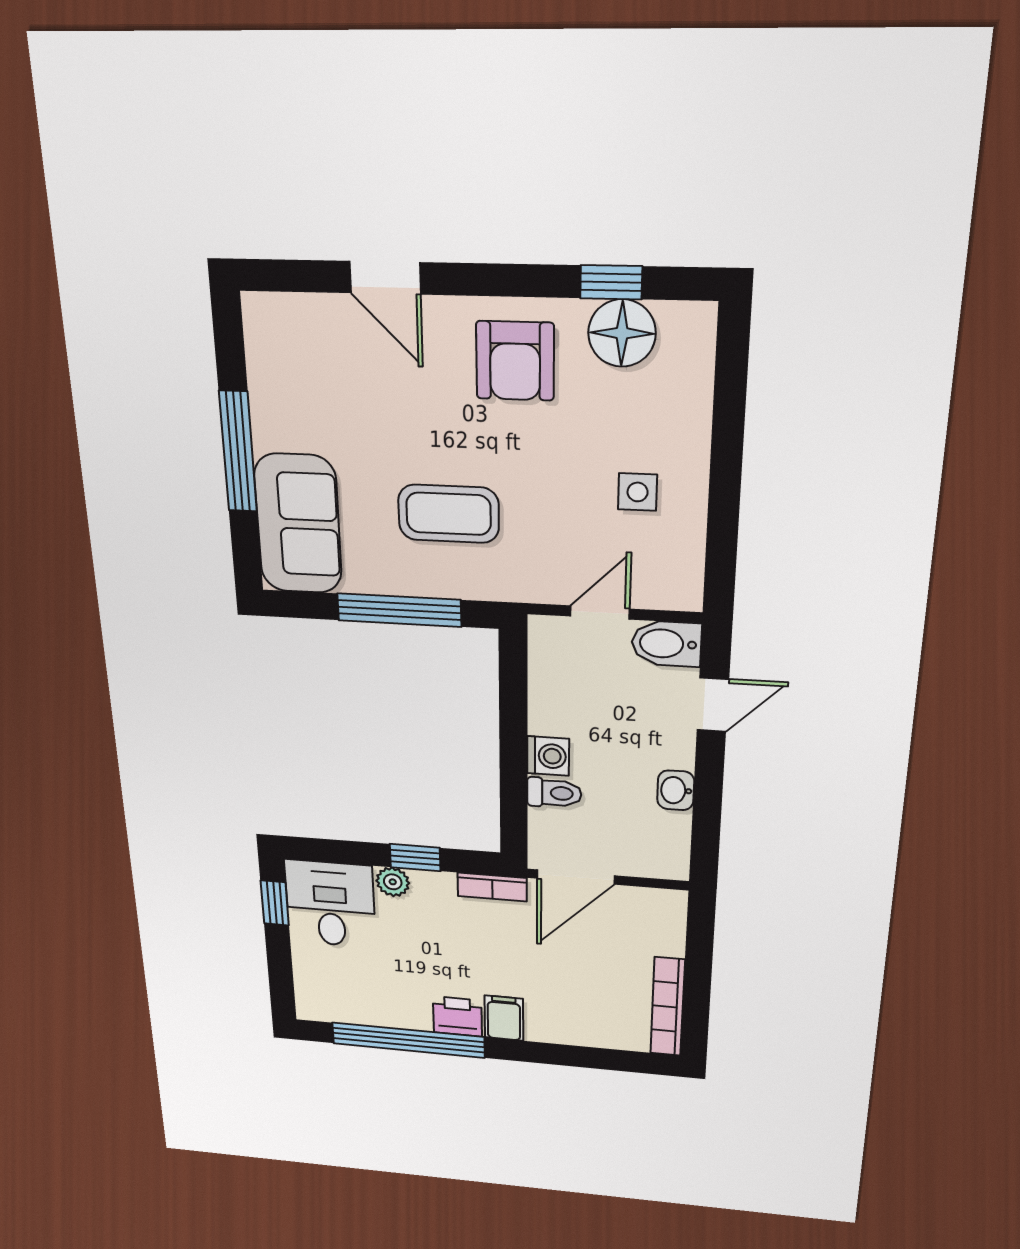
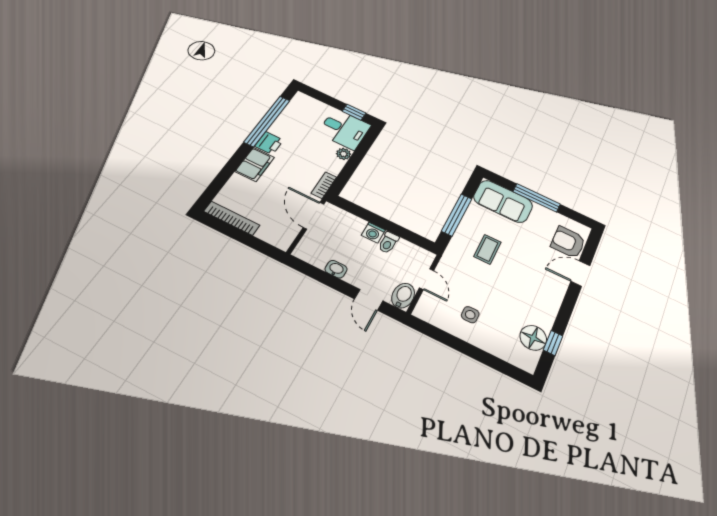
armchair: (515, 361) -> (568, 242), moved
coffee table: (449, 514) -> (487, 249), width x0.73, depth x0.77
toilet: (554, 793) -> (388, 243), moved
window: (415, 858) -> (351, 167), removed
filing cabinet: (504, 1018) -> (255, 164), width x2.00

